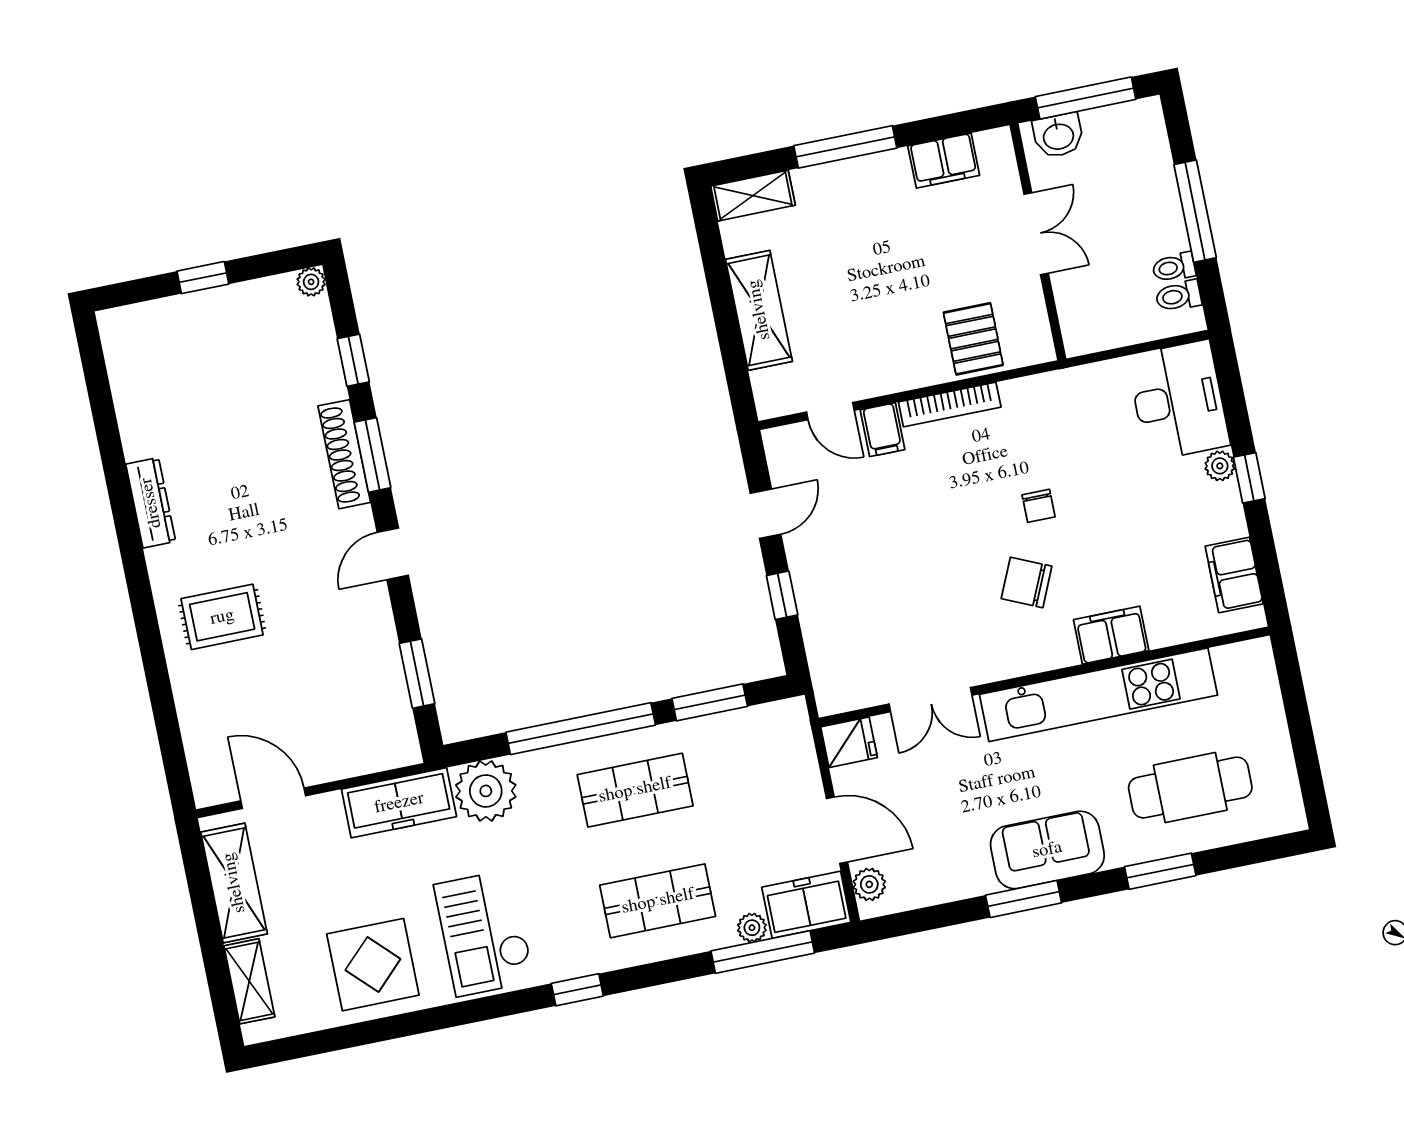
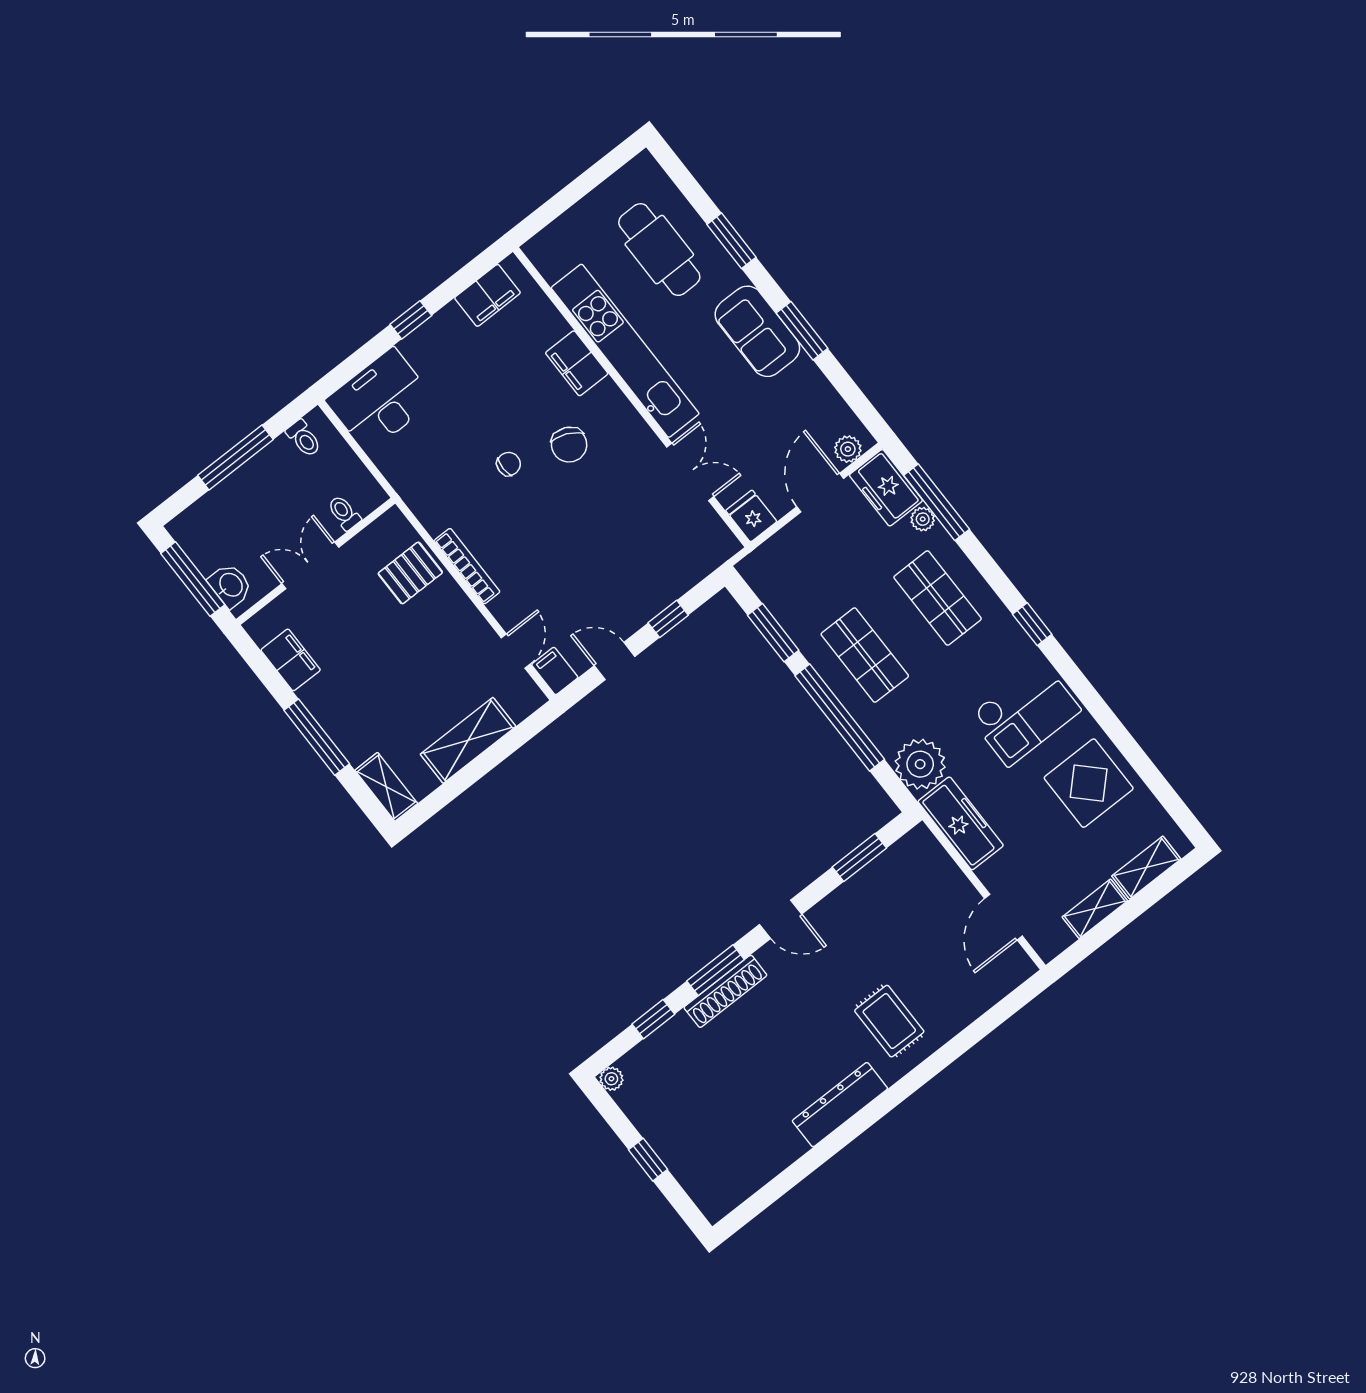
toilet: (1174, 267) -> (344, 513), moved, turned 180
filing cabinet: (883, 430) -> (555, 671), moved, turned -90
plant: (1220, 466) -> (413, 346), removed
dresser: (151, 503) -> (840, 1105), width x1.37, depth x1.24
shelving: (234, 883) -> (1095, 909), width x0.67, depth x0.75

